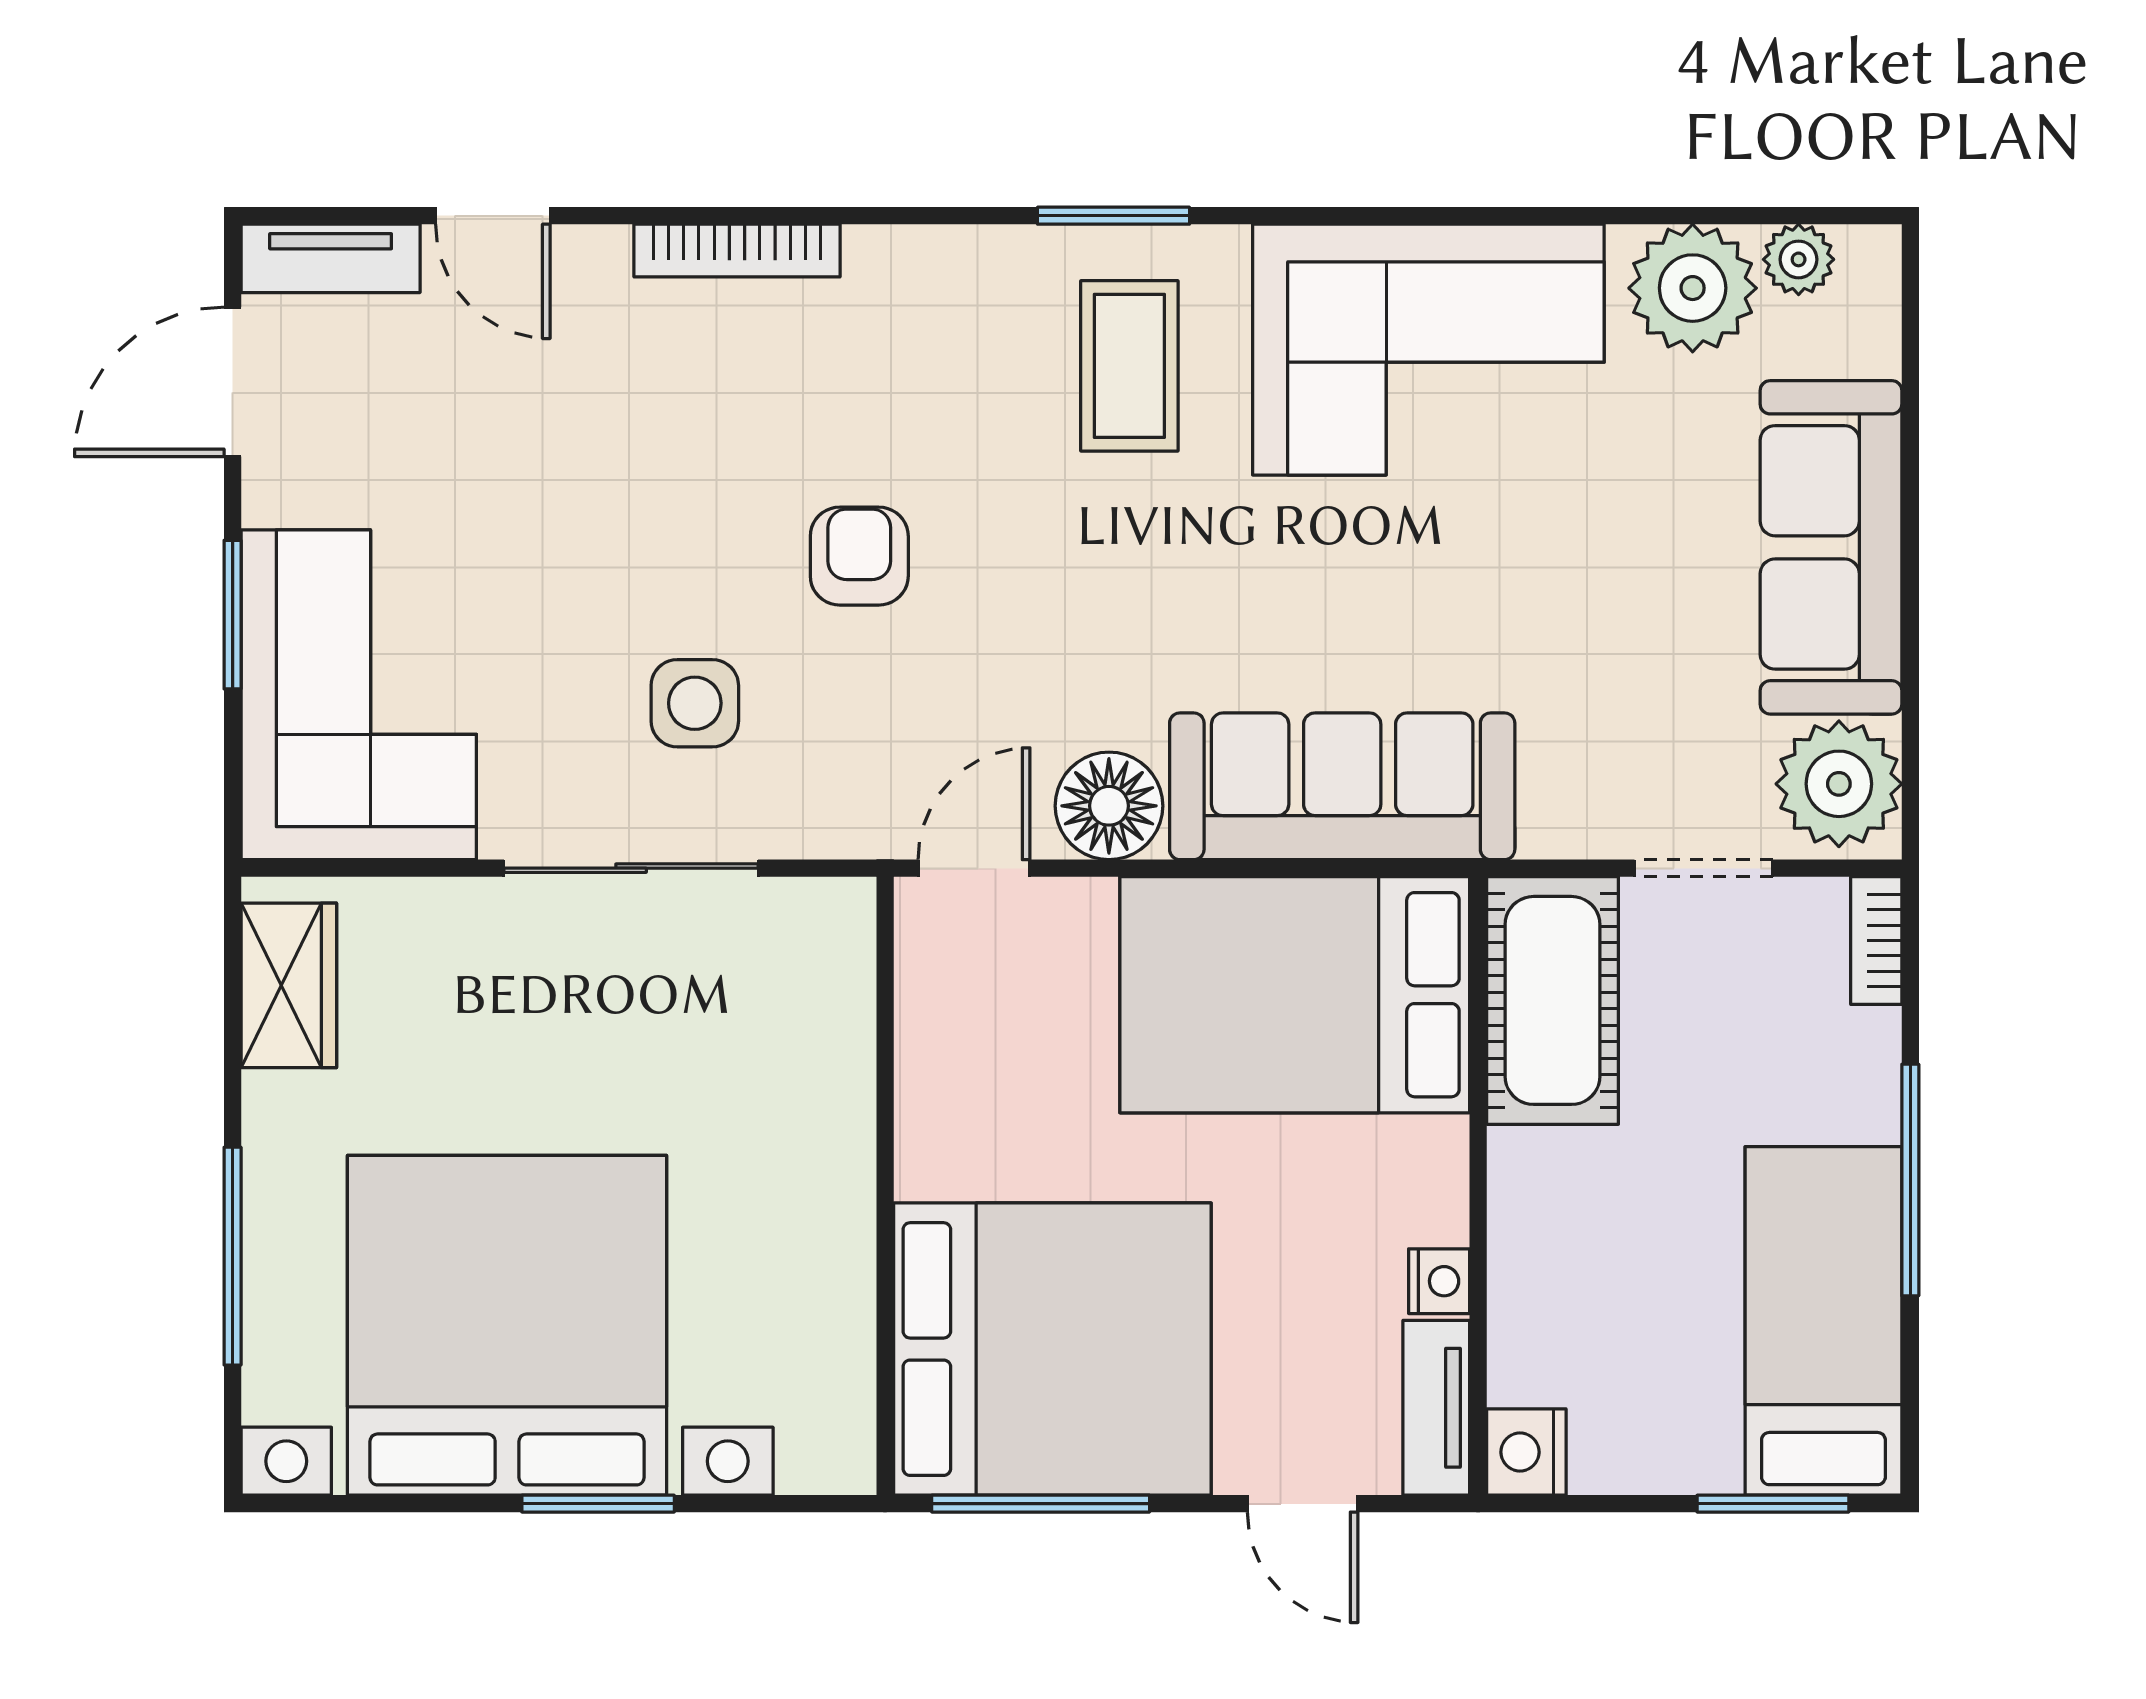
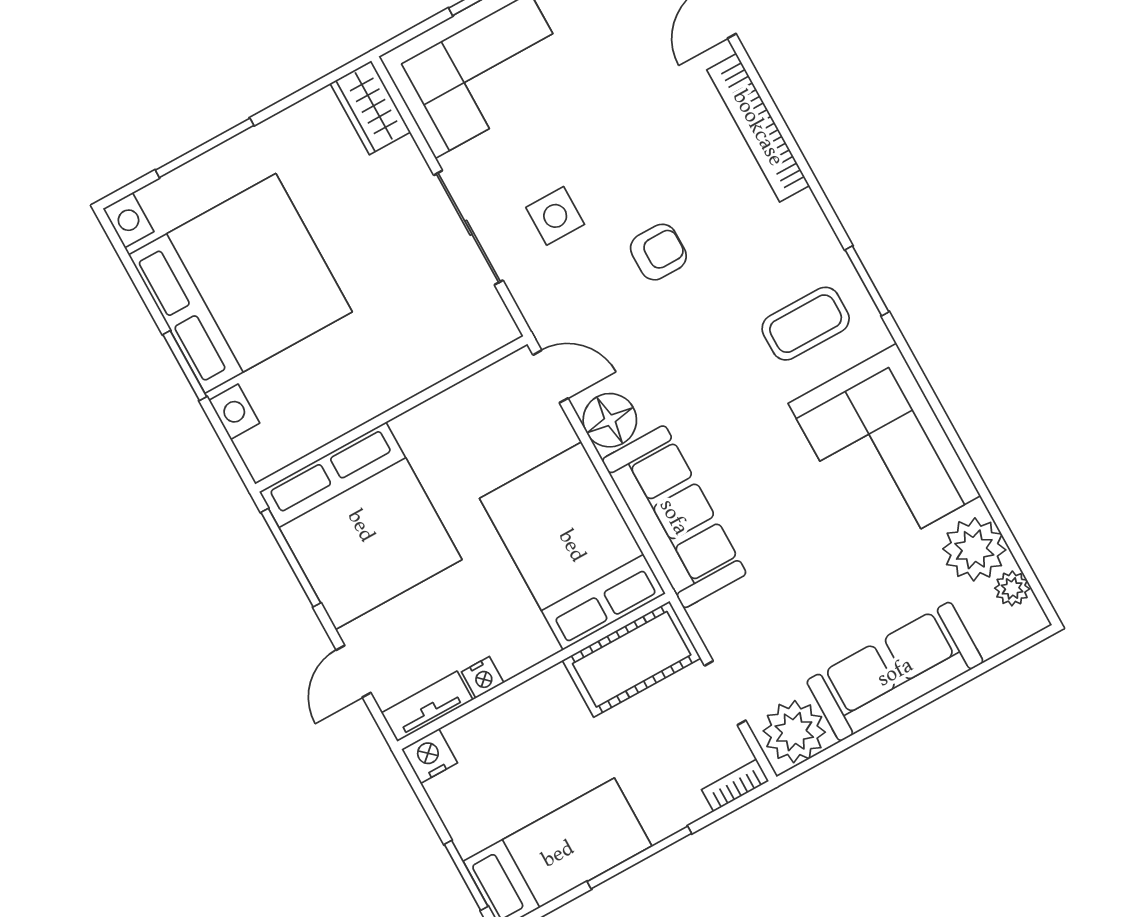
bookcase: (737, 251) -> (758, 128), width x1.48, depth x1.31
wardrobe: (289, 985) -> (370, 108), moved, turned 90

